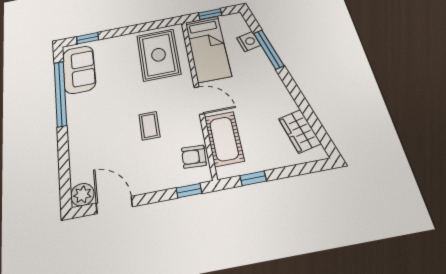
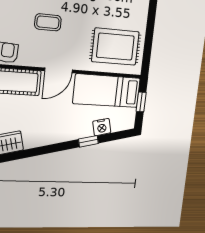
window: (269, 49) -> (88, 141), width x0.46

